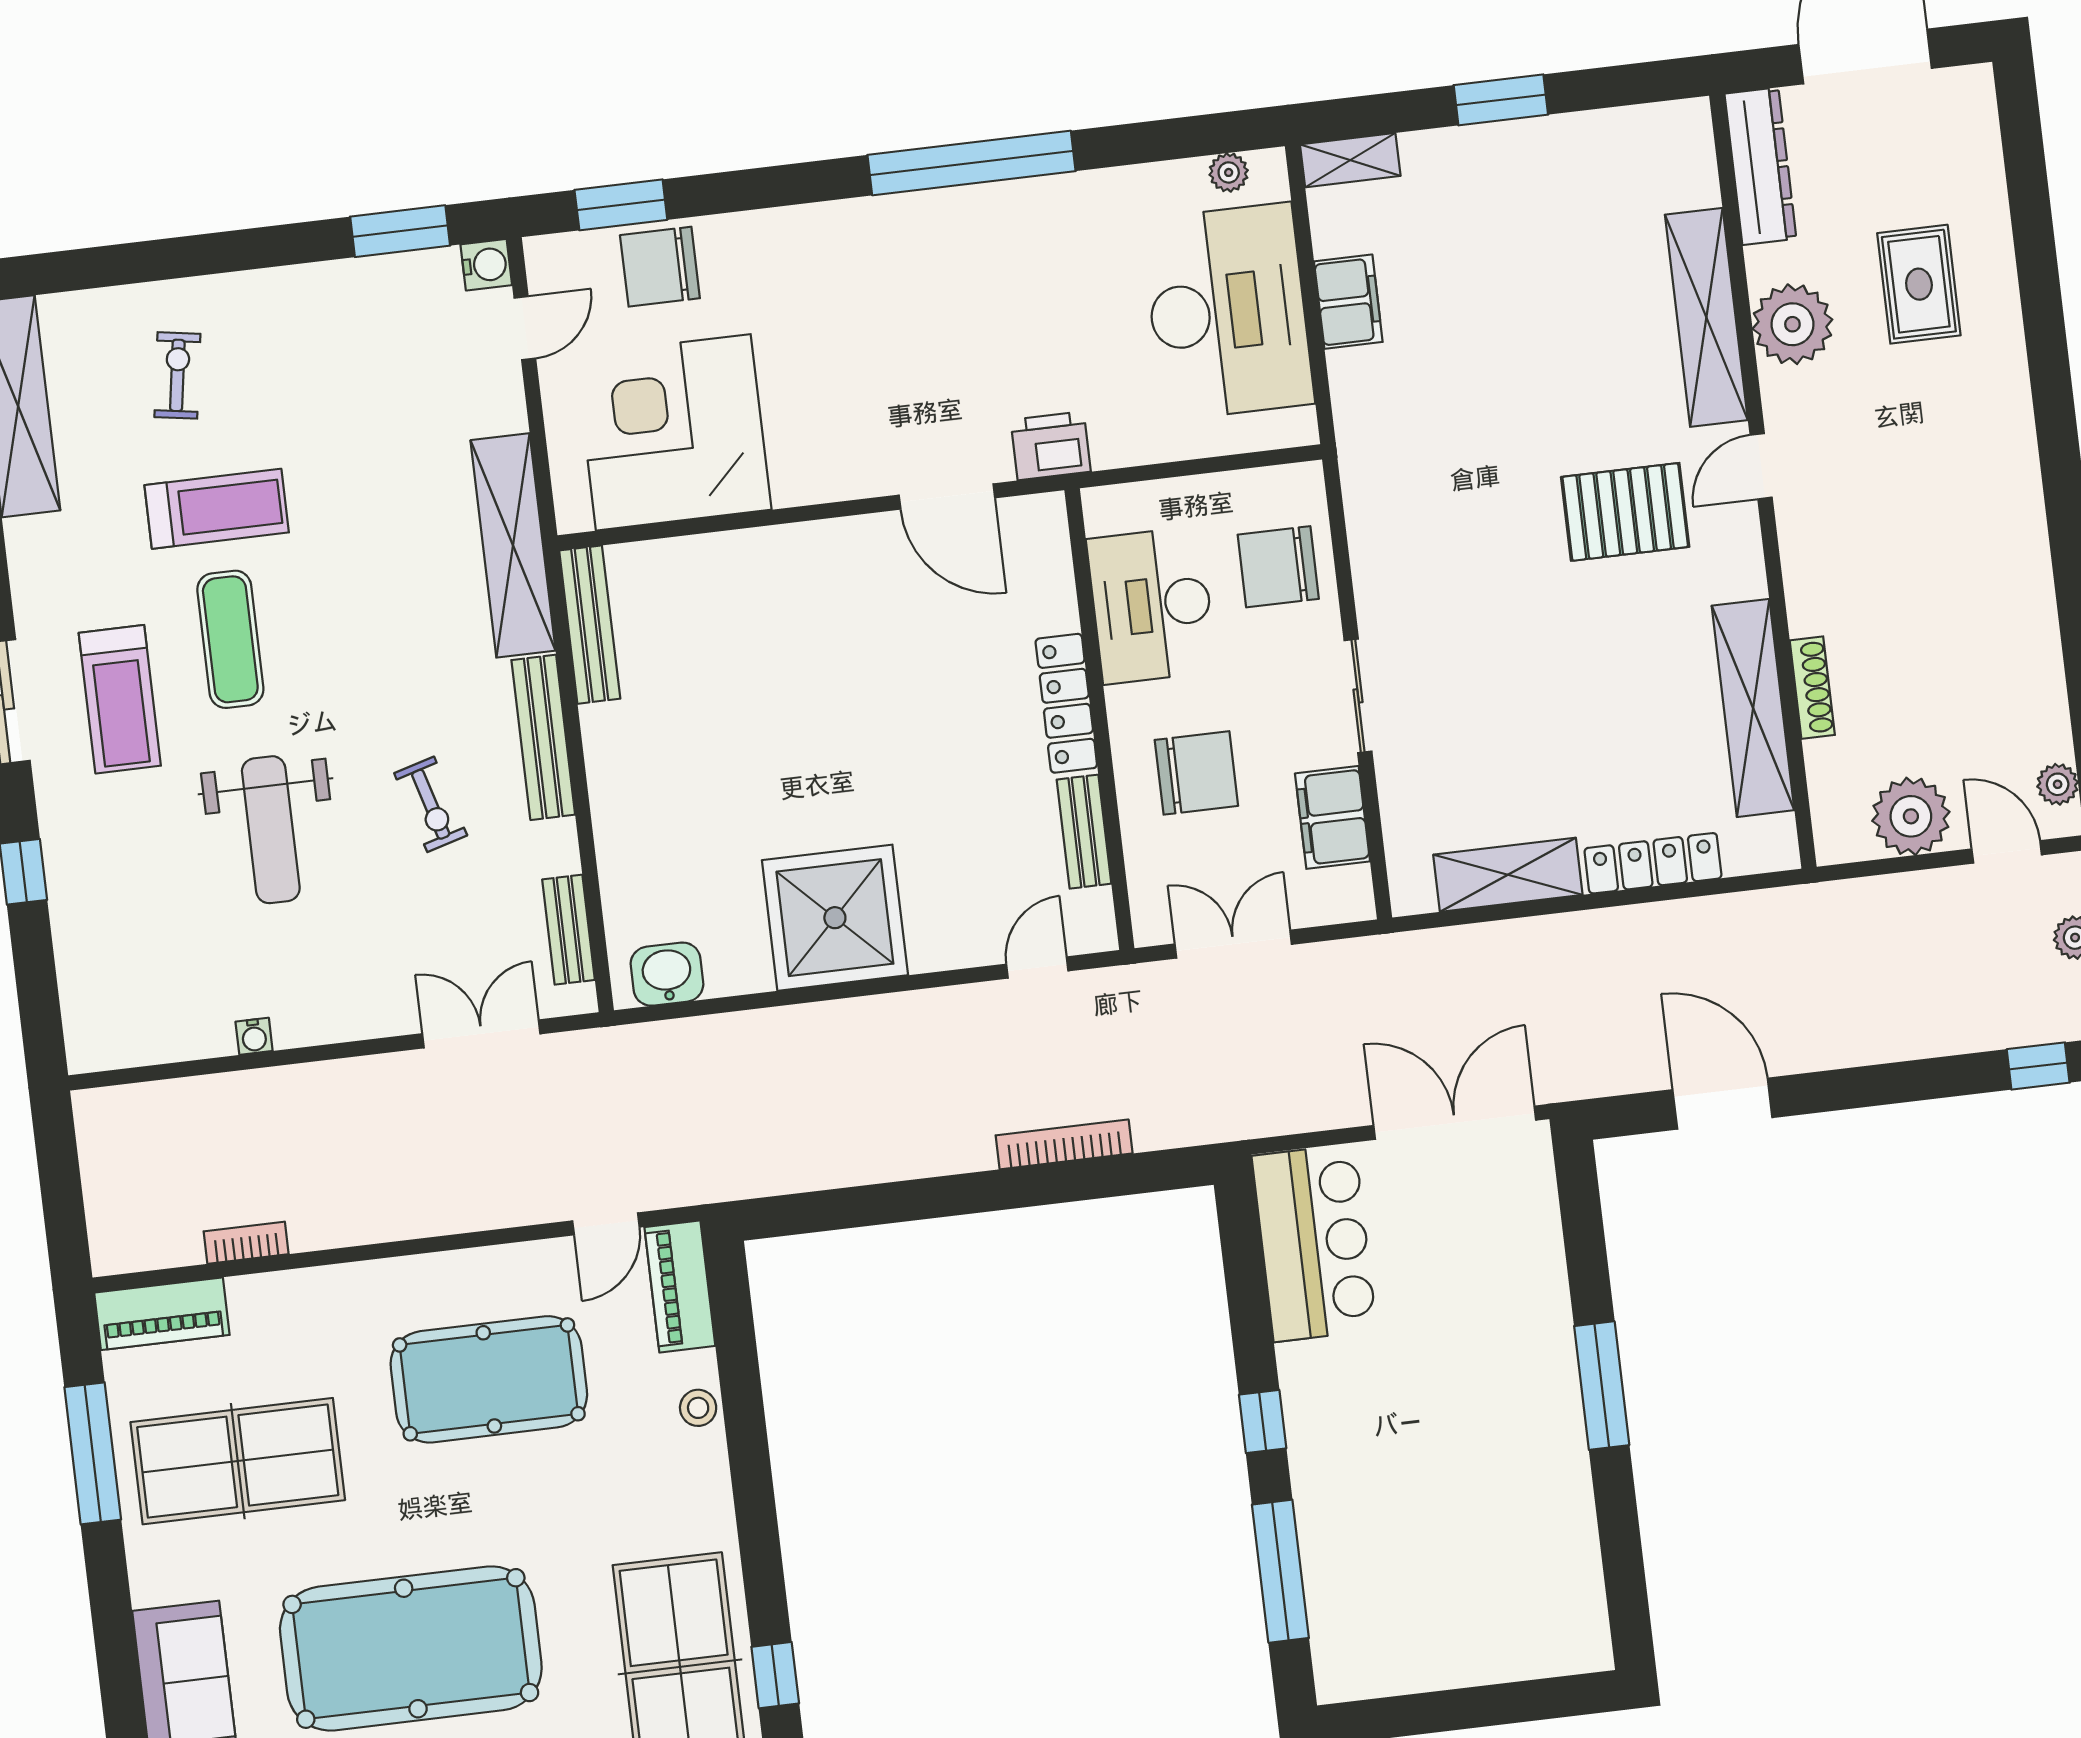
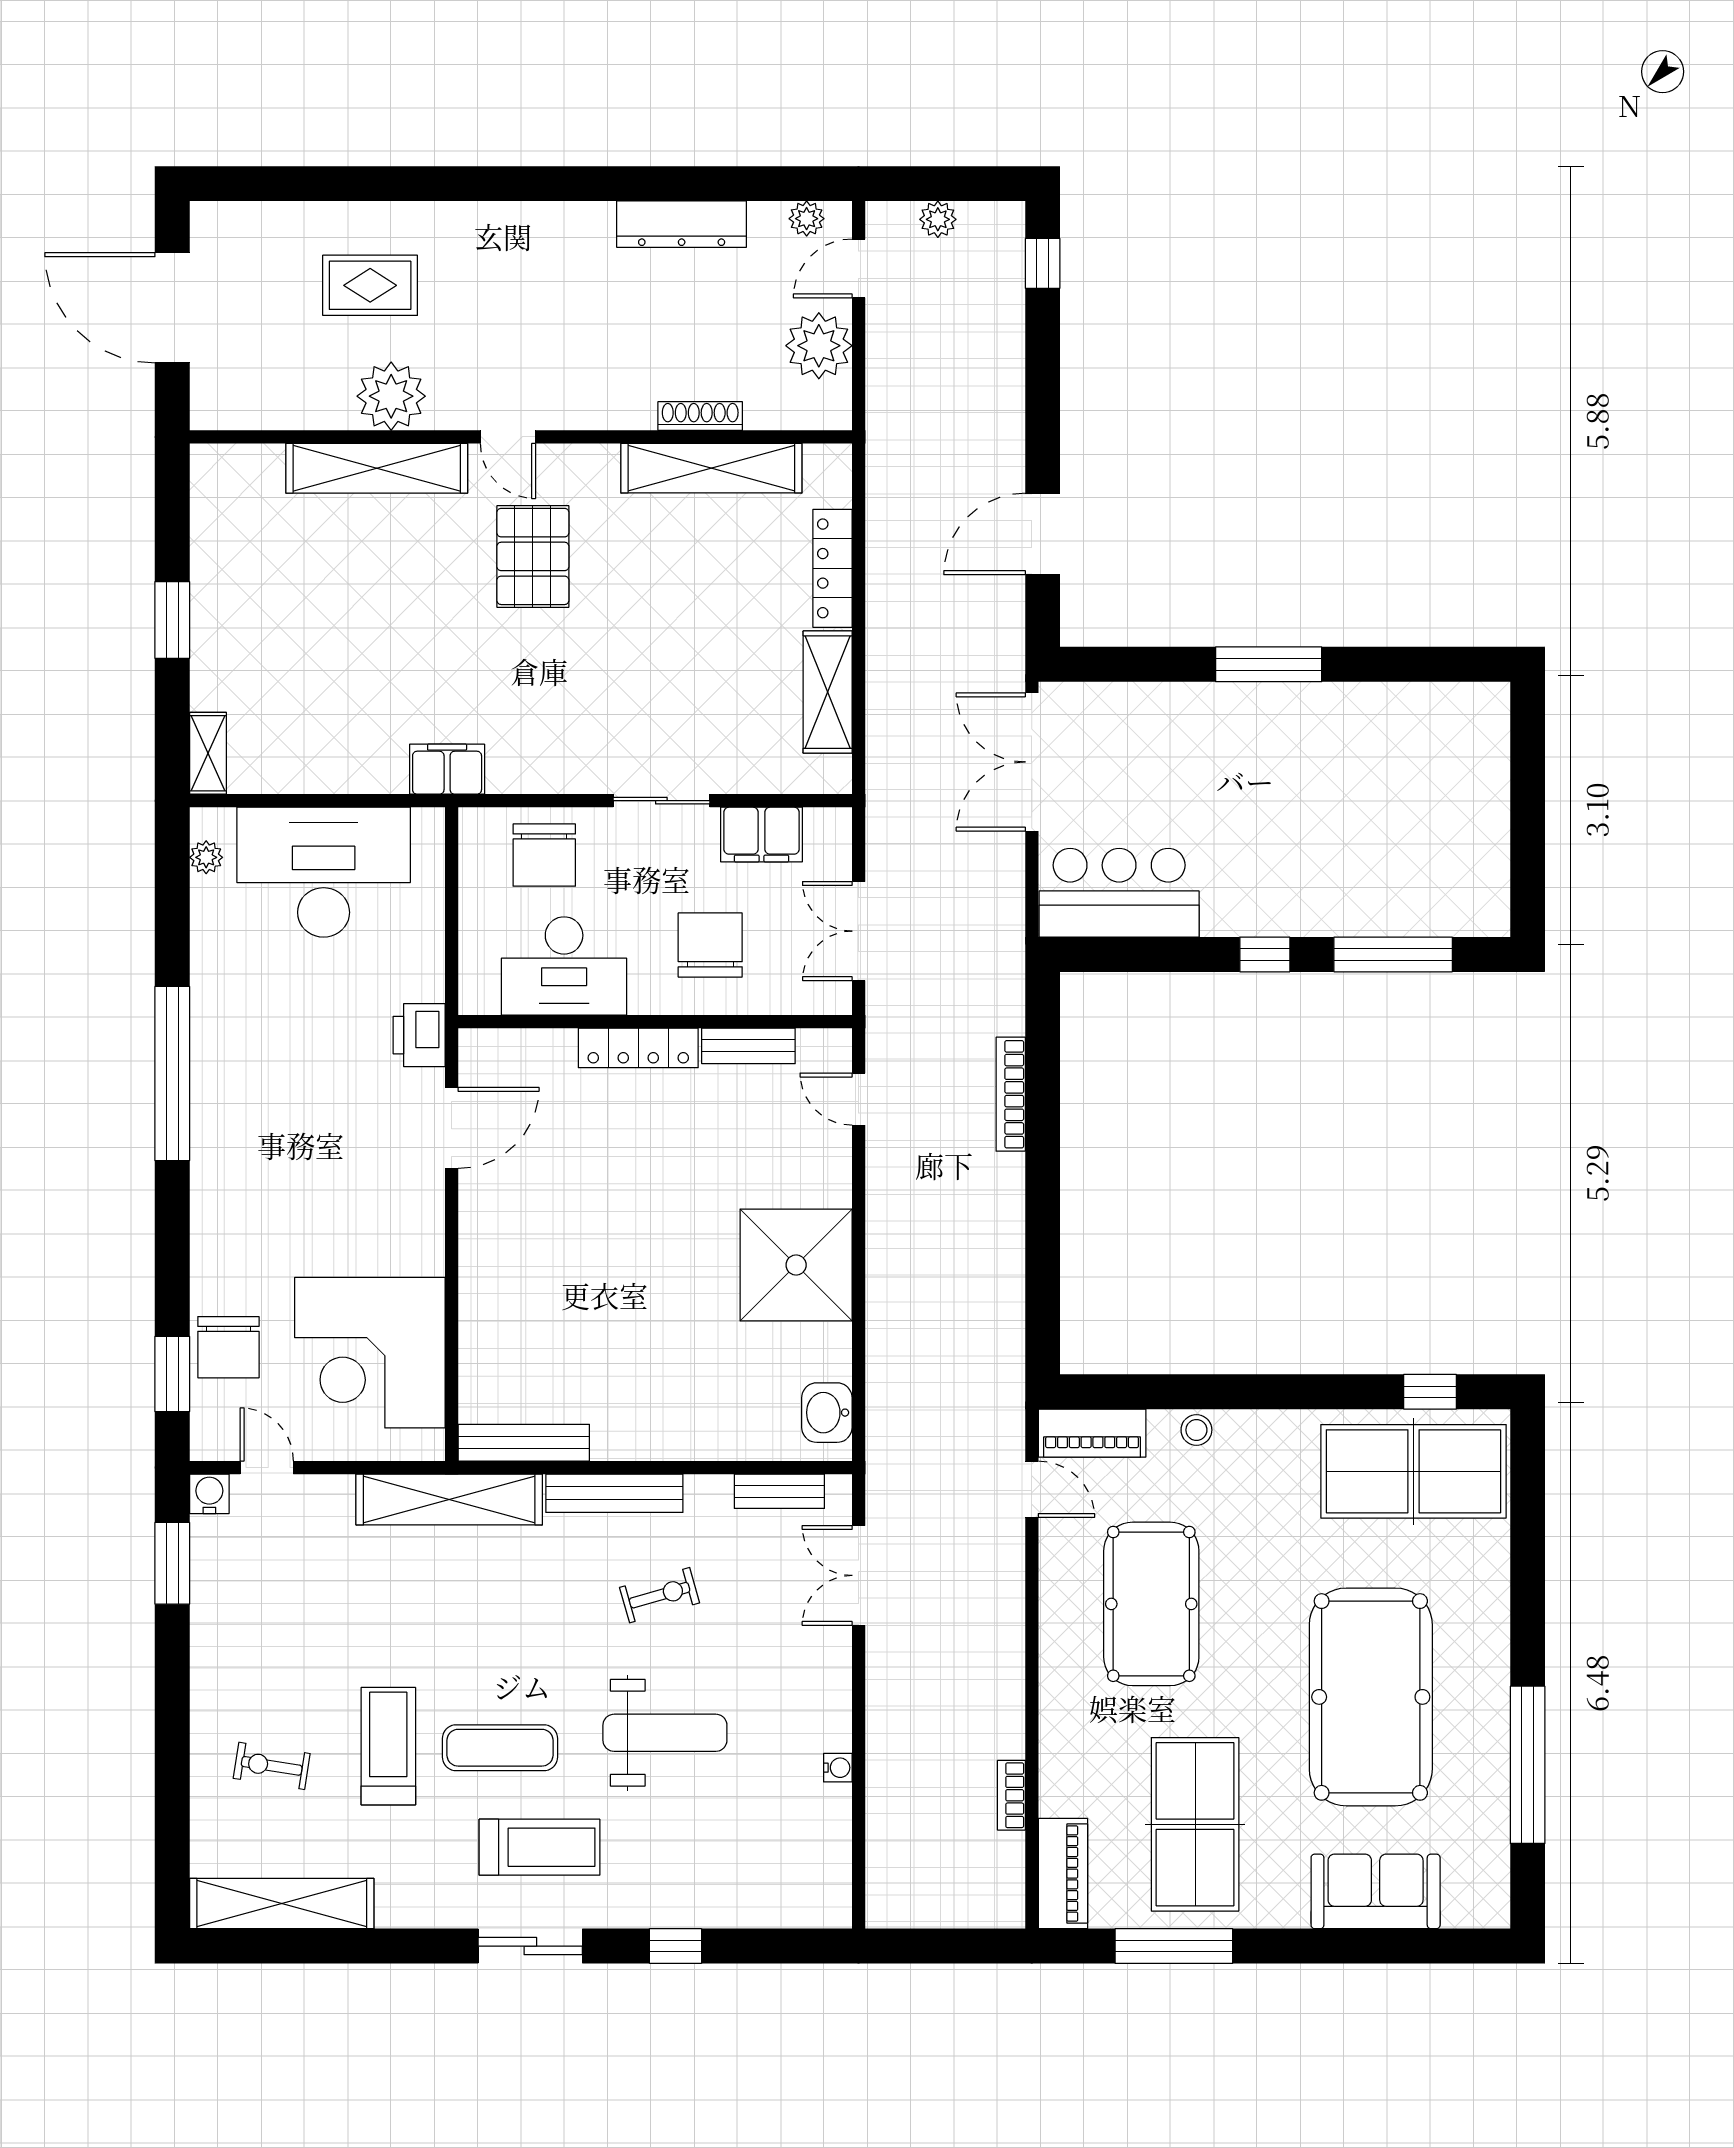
dresser: (1760, 166) -> (682, 224), moved, turned 180
filing cabinet: (1348, 302) -> (447, 769), moved

